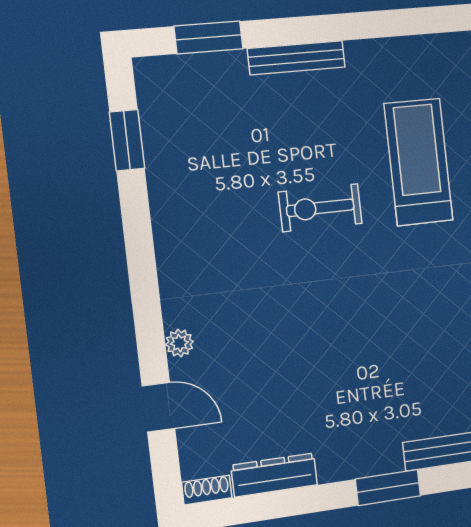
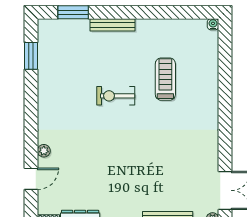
treadmill: (419, 162) -> (165, 79), width x0.73, depth x0.73
door: (158, 407) -> (31, 179), hinge flipped

